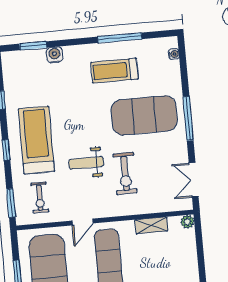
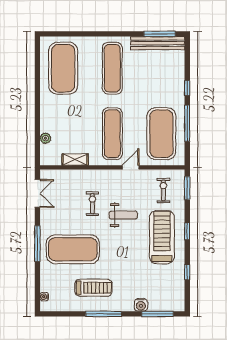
window: (120, 38) -> (104, 314), moved
window: (33, 46) -> (158, 314), width x1.44
treadmill: (36, 140) -> (162, 237), turned 180
exercise bike: (125, 173) -> (92, 204), width x0.73, depth x0.72
plant: (187, 222) -> (46, 138), moved

